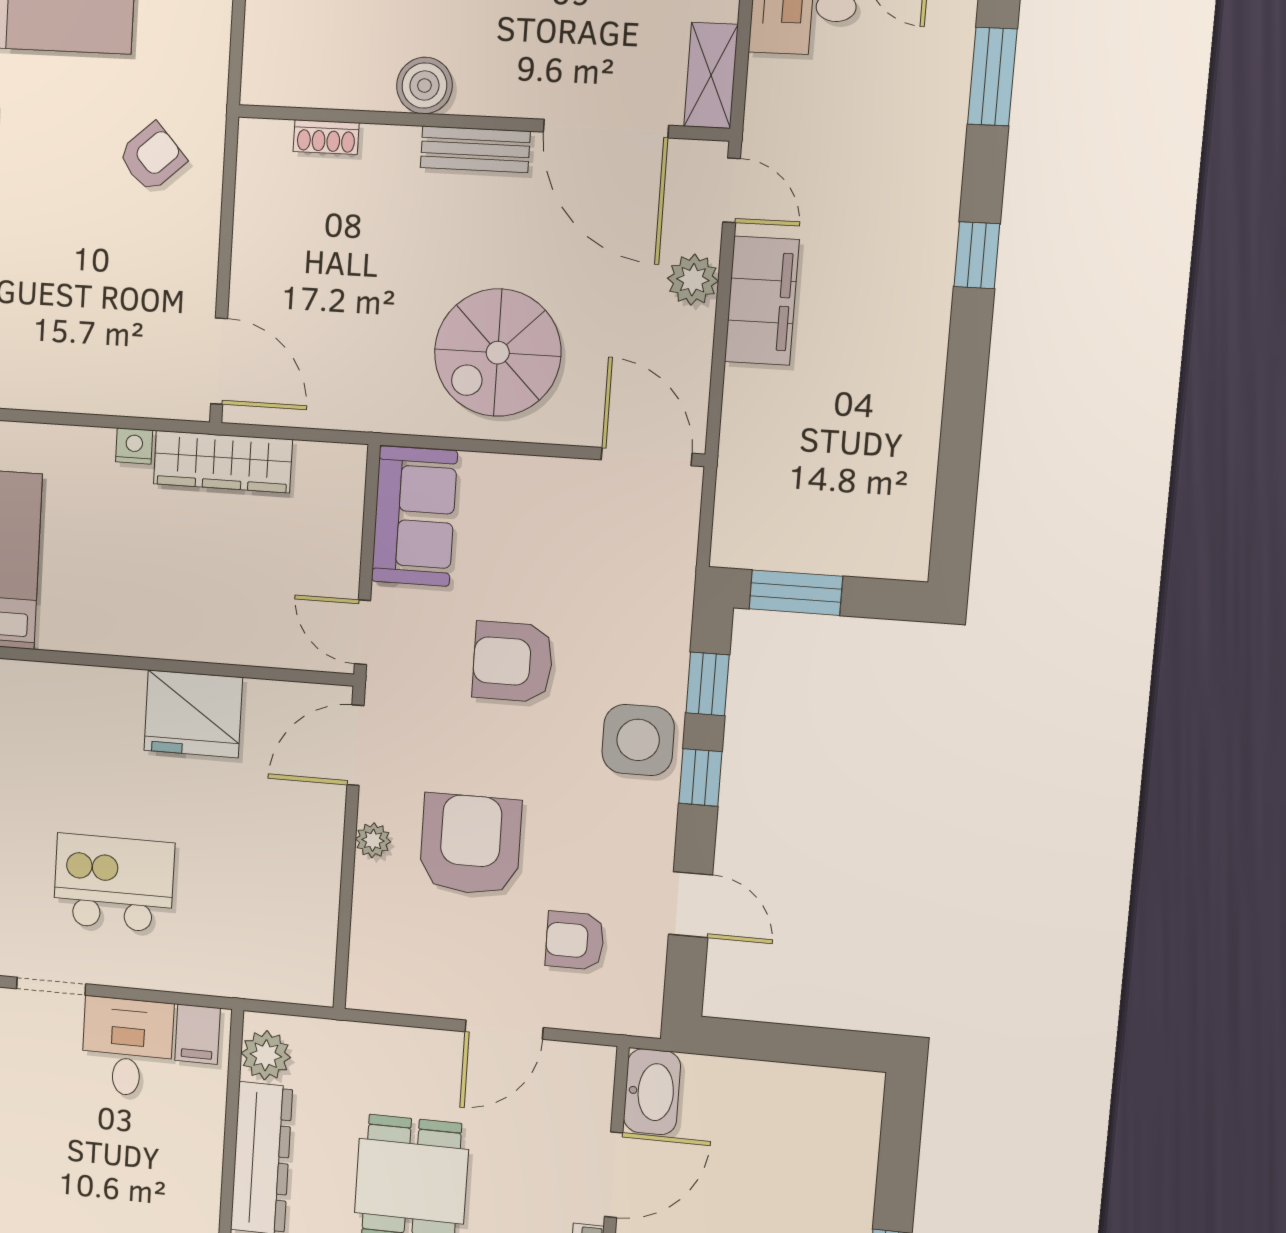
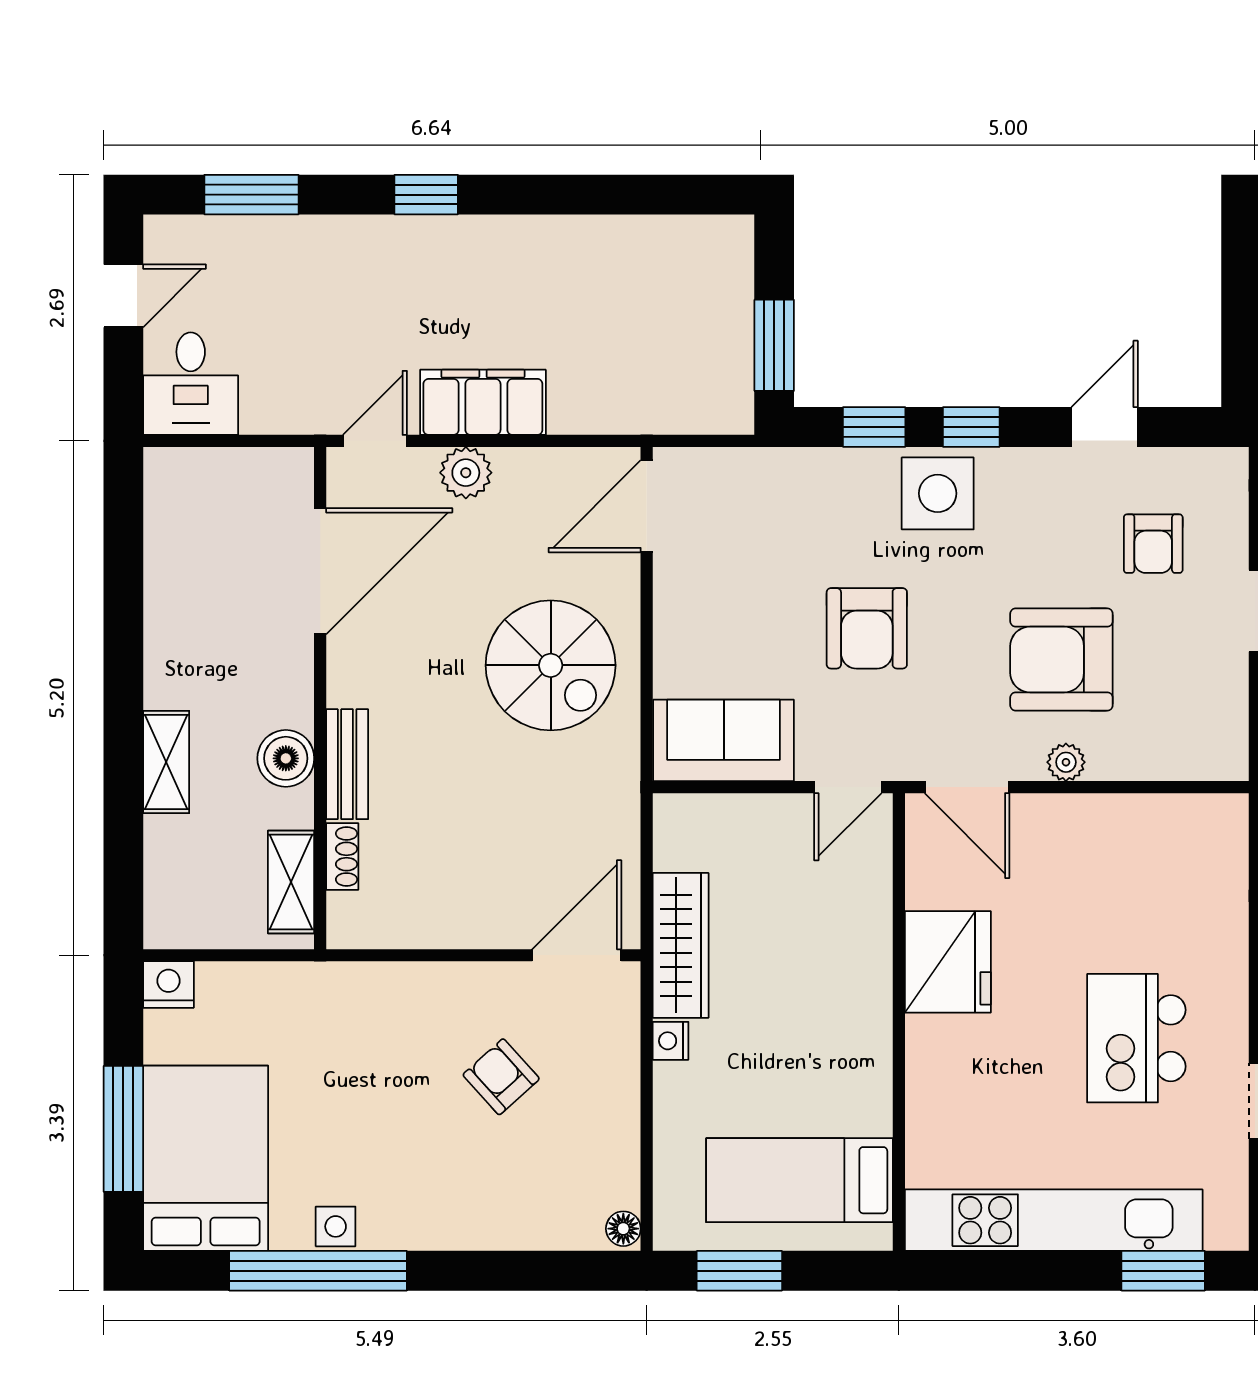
shelving: (711, 75) -> (291, 882), moved, turned 90
bench: (475, 149) -> (347, 764), moved
armchair: (152, 157) -> (501, 1077), moved

